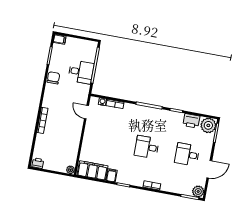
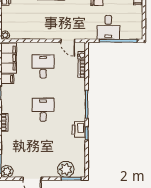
door: (86, 112) -> (68, 41), swing flipped
printer: (191, 121) -> (79, 129), moved
plant: (208, 125) -> (66, 169), moved
desk: (187, 155) -> (43, 66), moved

